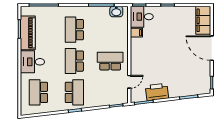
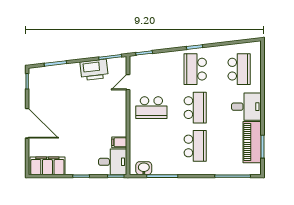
filing cabinet: (203, 20) -> (47, 166), moved, turned -90

